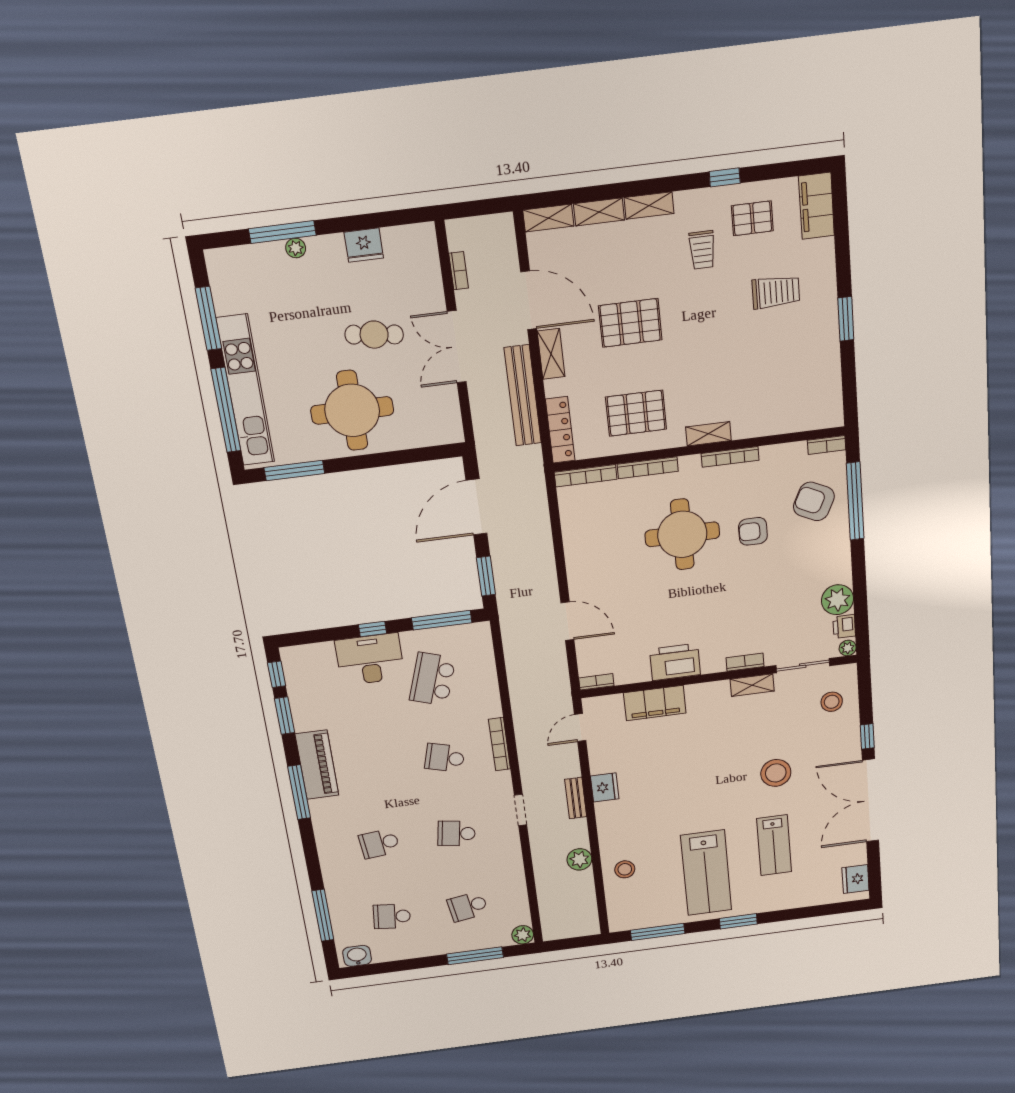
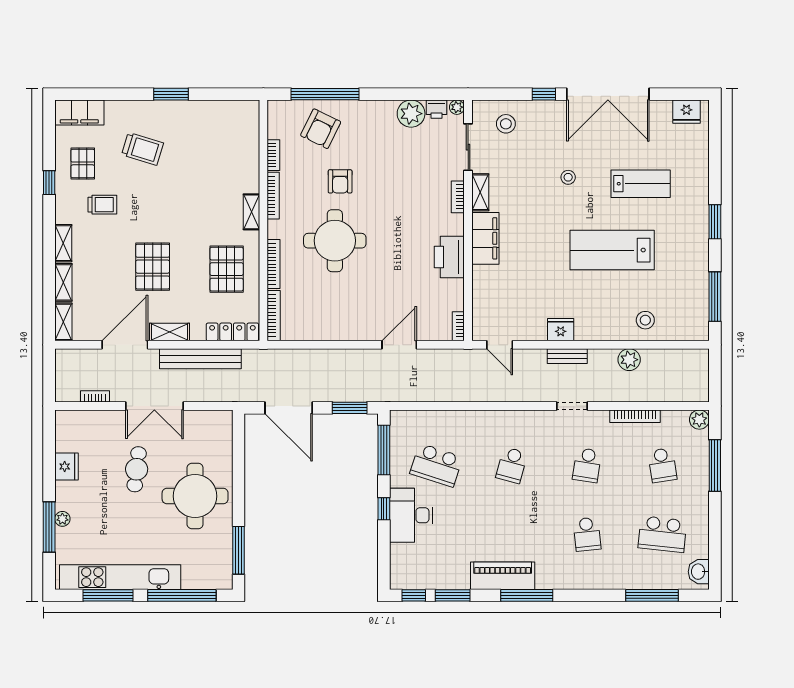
trolley: (776, 292) -> (143, 149), turned 107
kitchen unit: (246, 390) -> (120, 577), moved
bookcase: (827, 445) -> (273, 155), moved
filing cabinet: (655, 703) -> (485, 238), moved
bookcase: (500, 744) -> (635, 416), moved
stool: (776, 773) -> (568, 177), width x0.53, depth x0.53
lab bench: (706, 873) -> (612, 250), moved, turned 180
school desk: (392, 916) -> (662, 534), width x1.85

